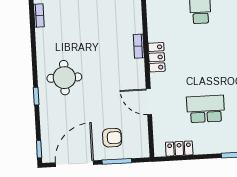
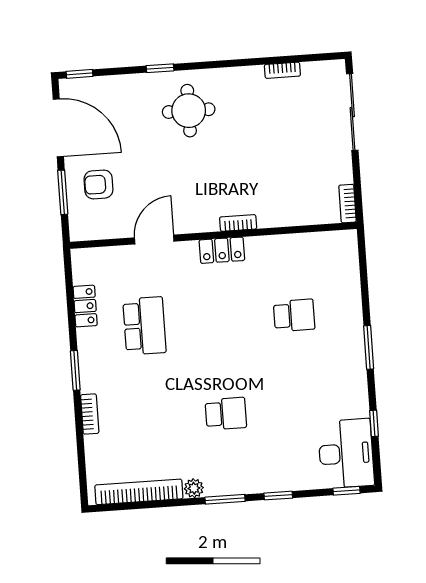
armchair: (112, 138) -> (99, 184), turned 90
locker: (179, 149) -> (85, 306), moved

